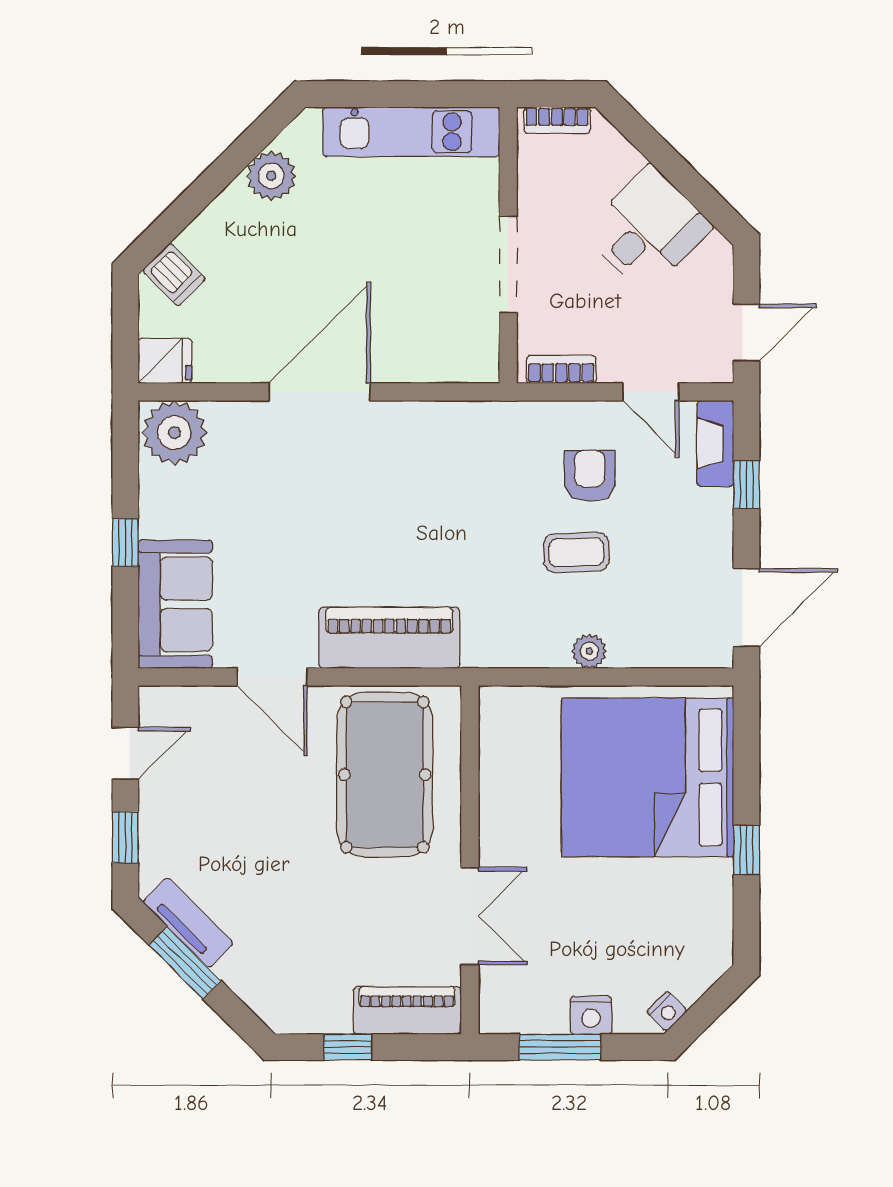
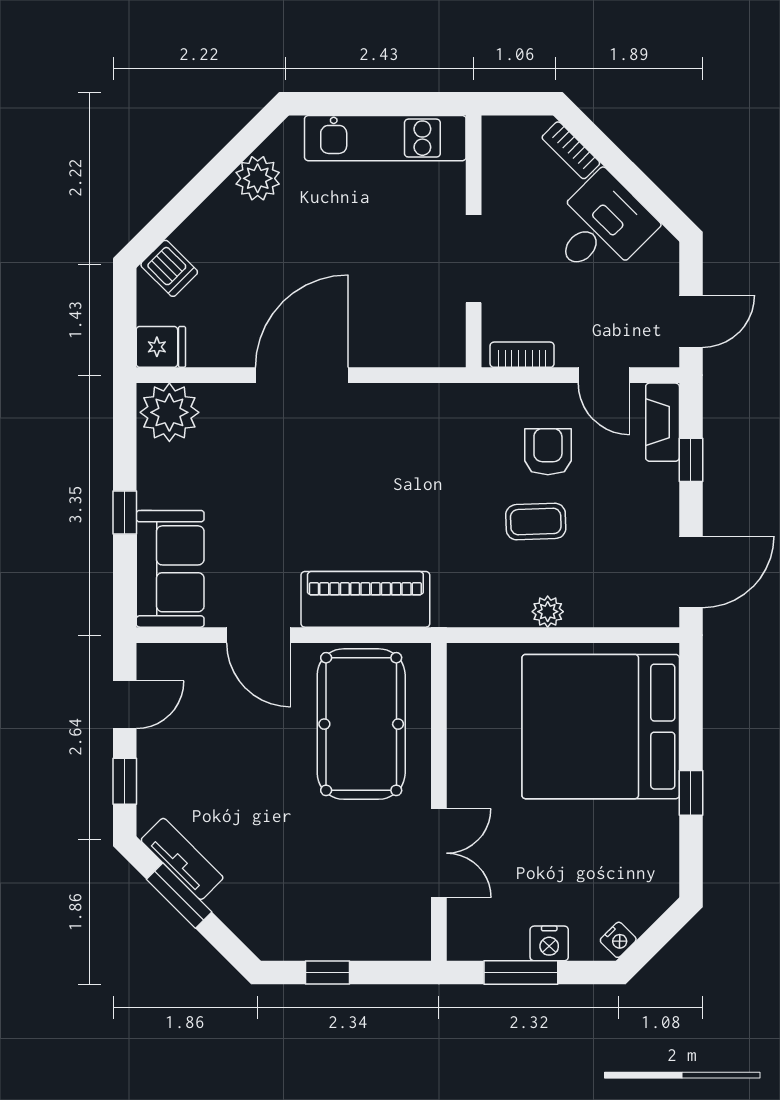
bookcase: (557, 120) -> (571, 150), moved, turned 45
piano: (407, 1010) -> (381, 939), removed

